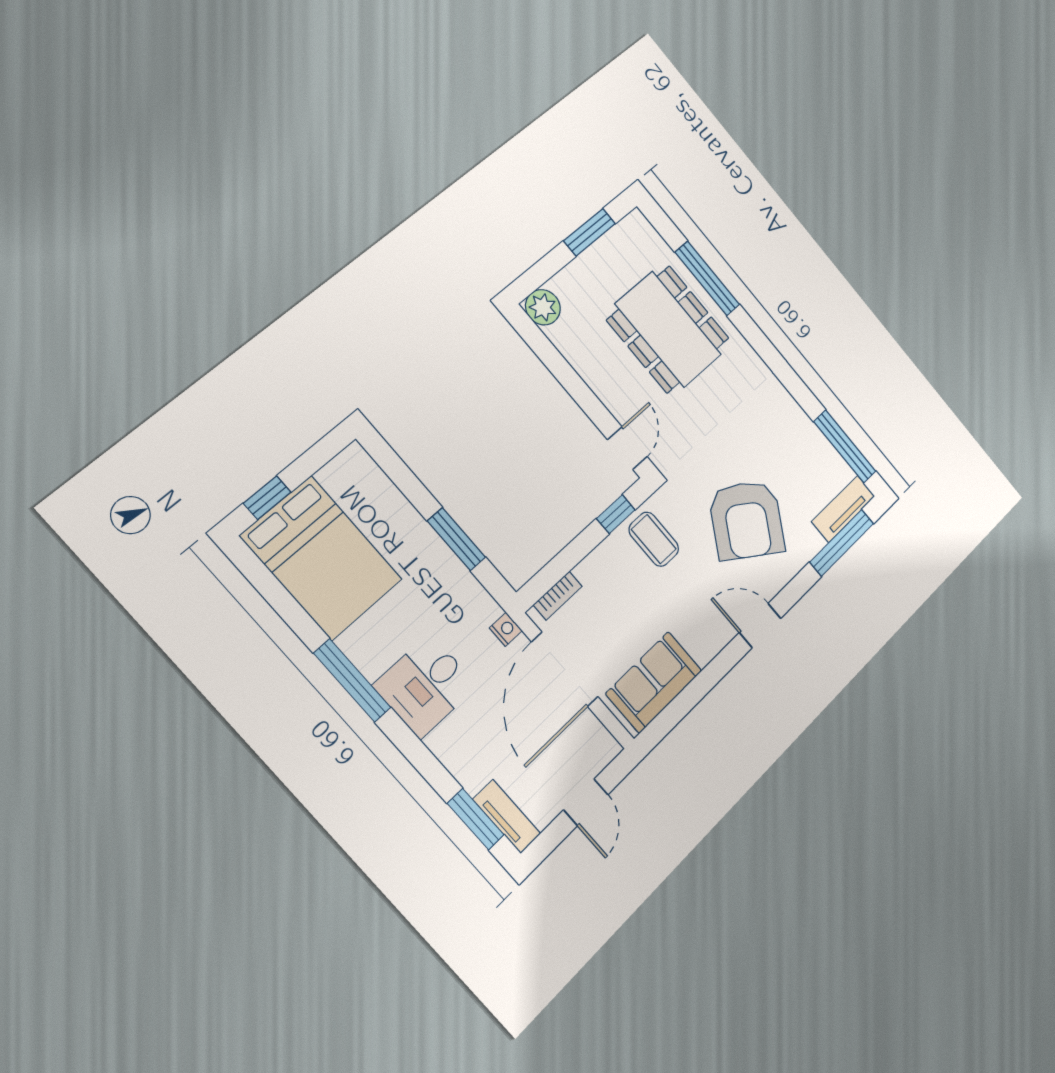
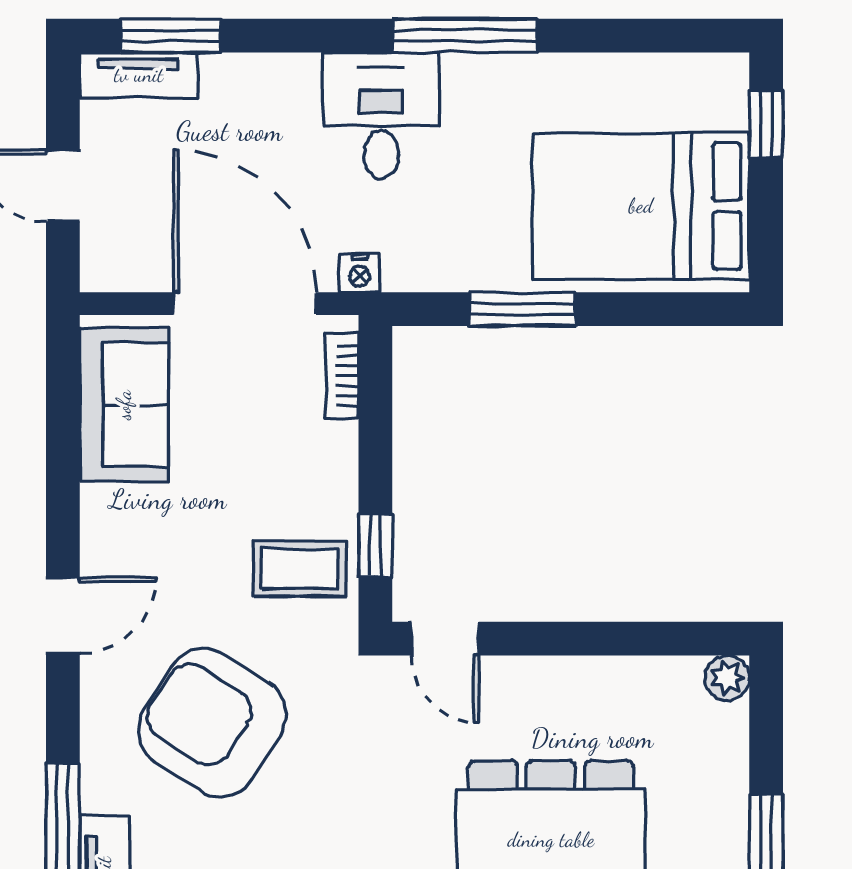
plant: (543, 307) -> (727, 678), width x0.73, depth x0.73
bed: (321, 558) -> (641, 206), moved

